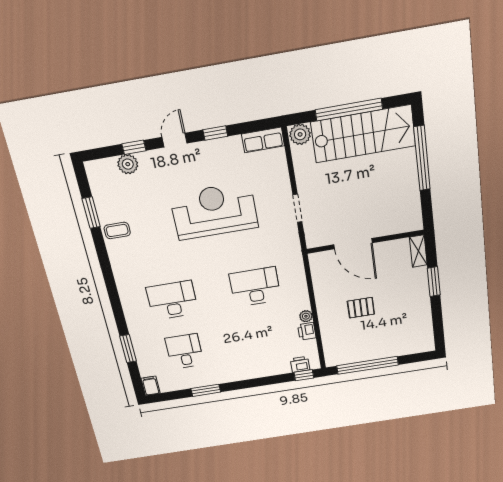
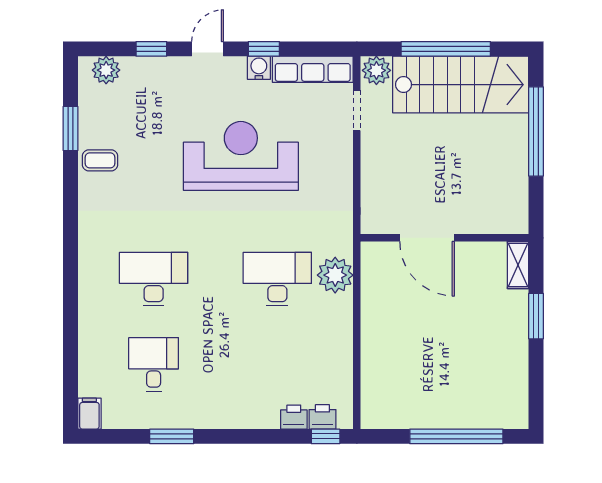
row of seats: (263, 140) -> (313, 69), width x1.48
water cooler: (214, 147) -> (259, 68), added
plant: (128, 164) -> (106, 70), moved
doorway: (297, 208) -> (357, 110), moved
pallet: (361, 308) -> (426, 339), removed
plant: (306, 316) -> (335, 275), moved, width x1.87, depth x1.87
printer: (307, 331) -> (294, 417), moved, turned 90
window: (128, 349) -> (70, 345), removed
window: (368, 365) -> (456, 436), moved

